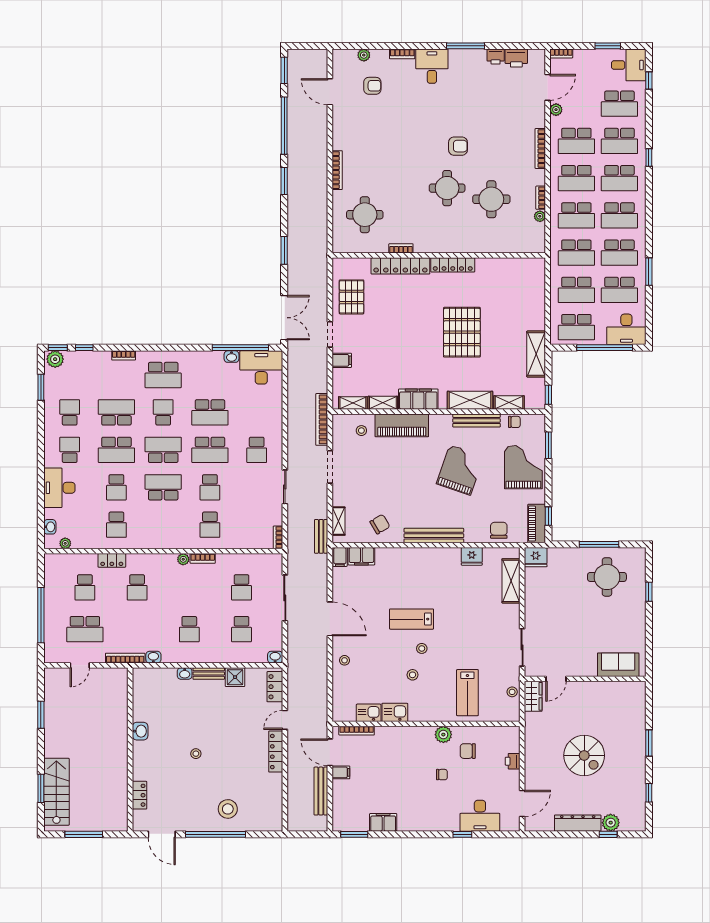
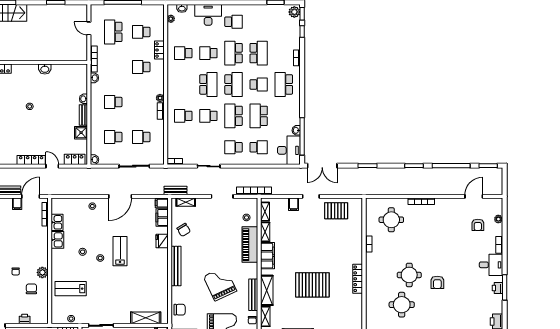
printer: (496, 57) -> (497, 288), moved
locker: (400, 266) -> (357, 244), removed
school desk: (70, 412) -> (259, 147), moved
grand piano: (460, 470) -> (220, 284), turned -134
fridge: (472, 556) -> (162, 241), moved

